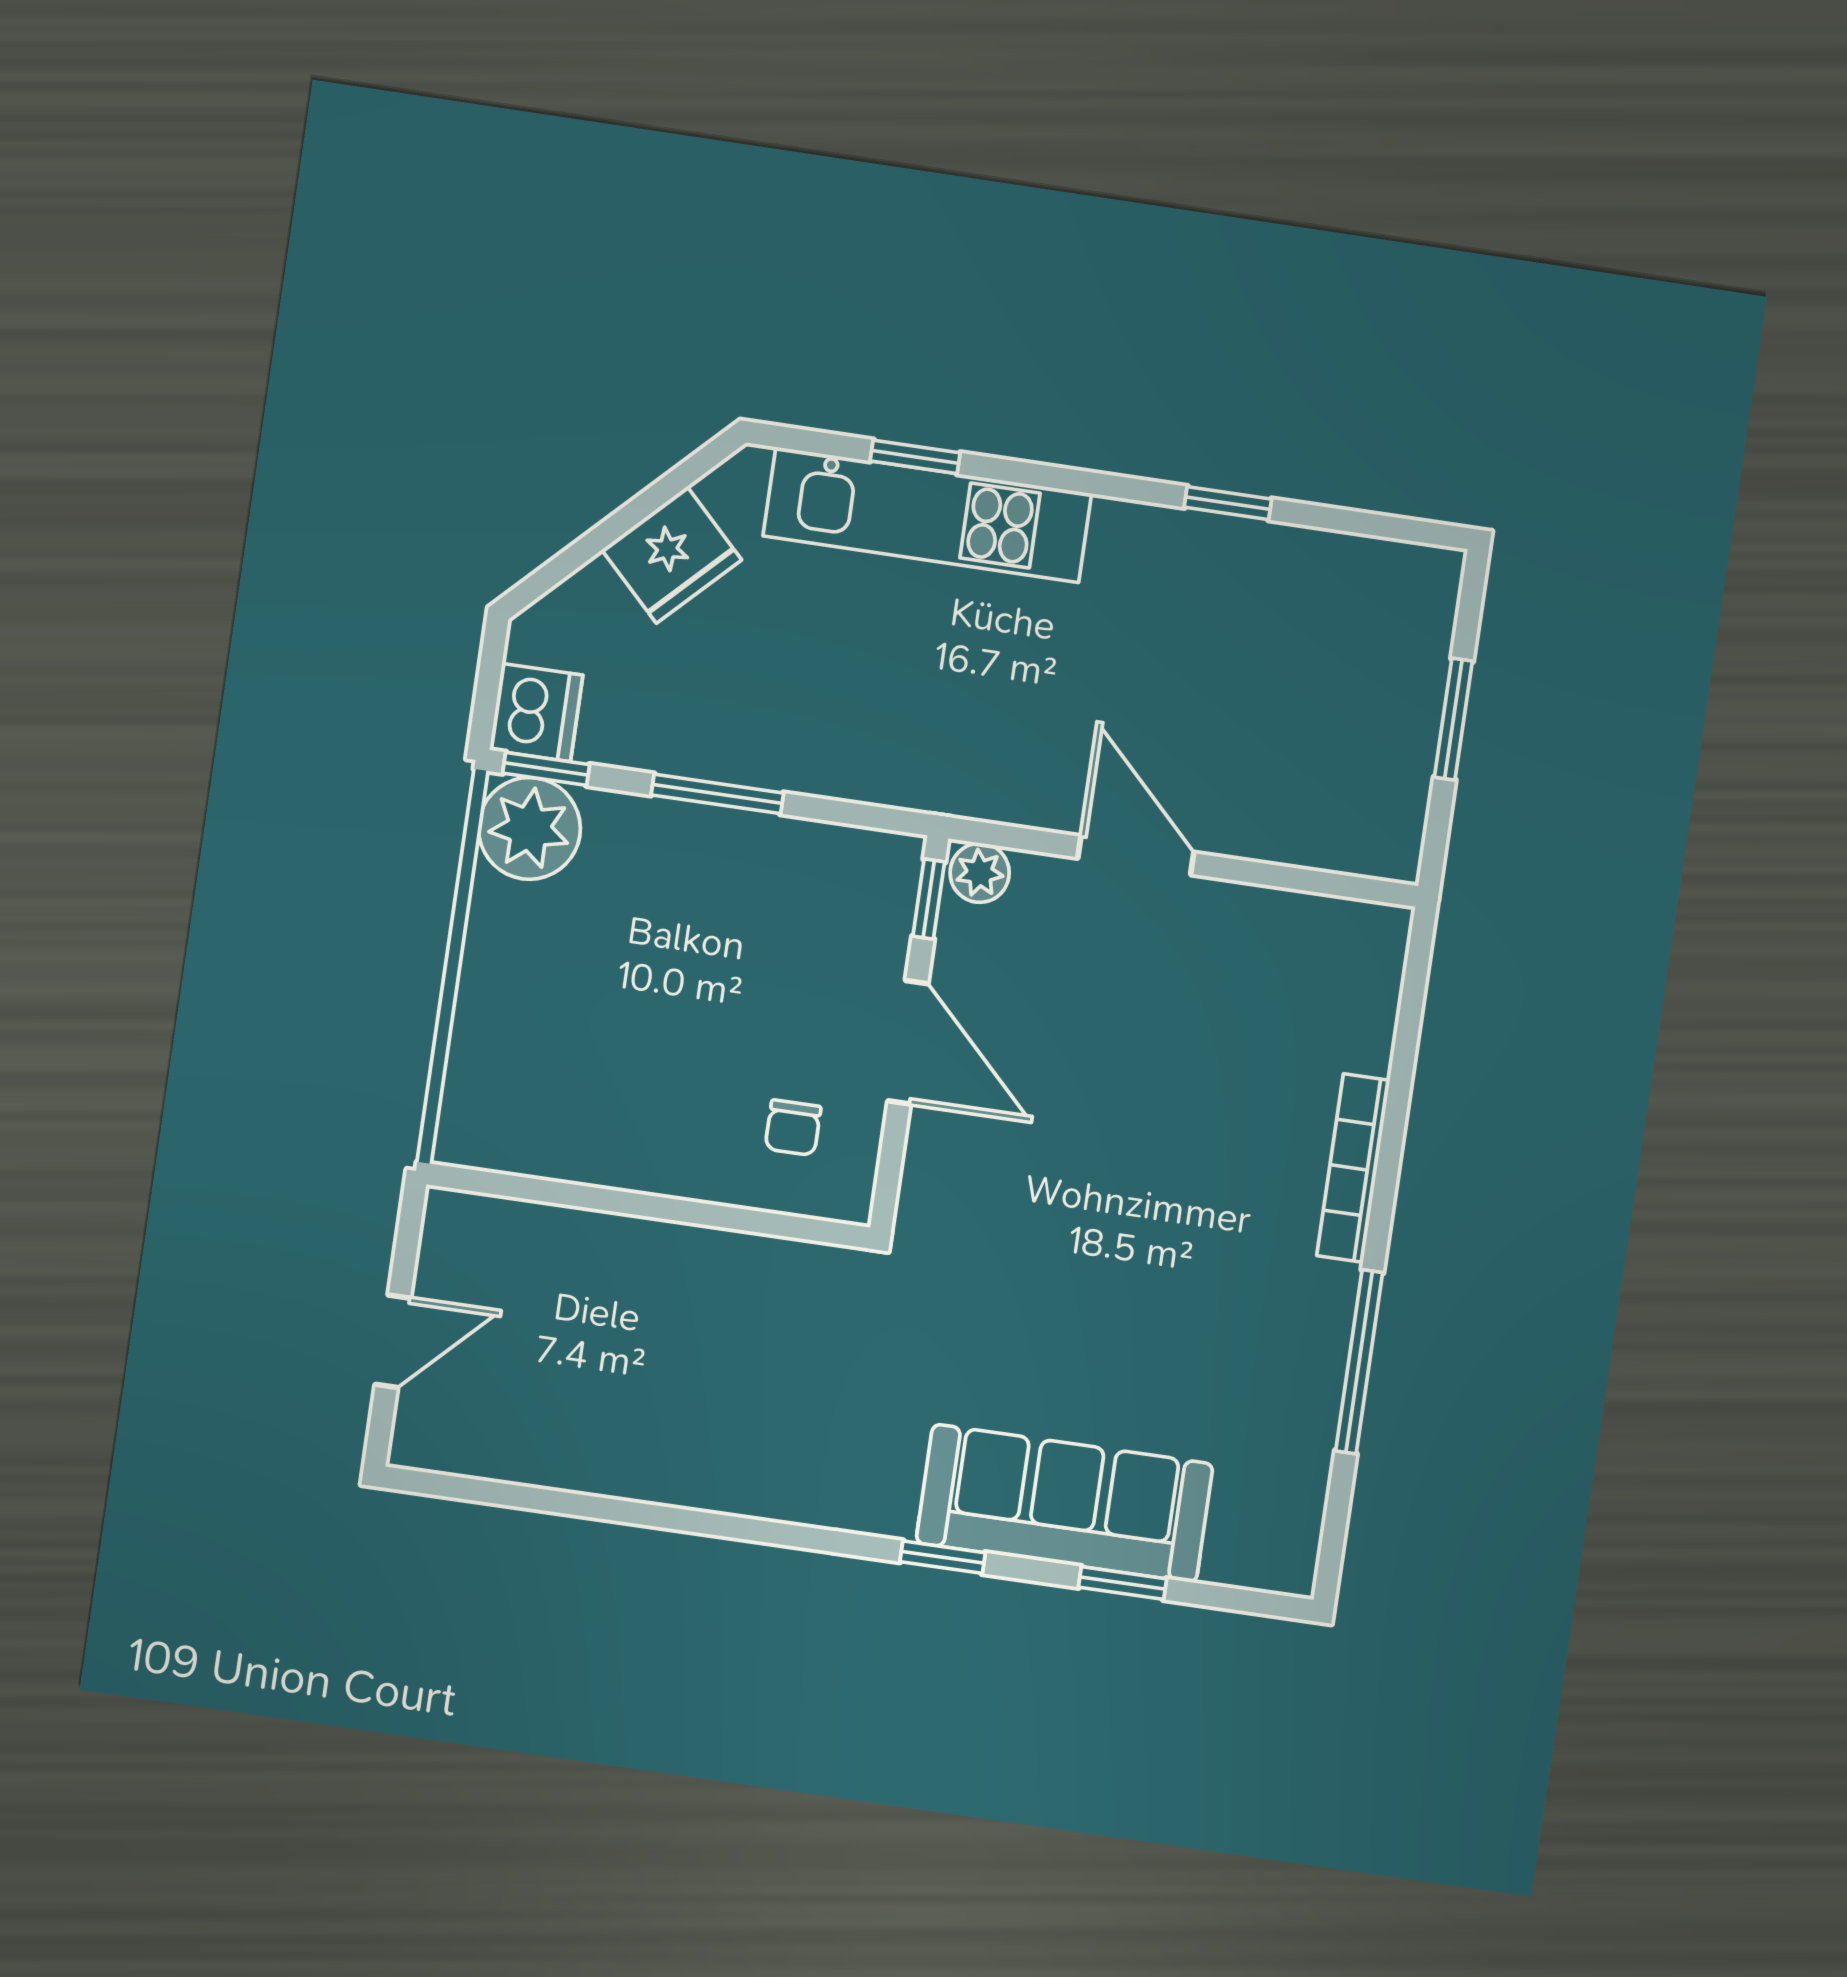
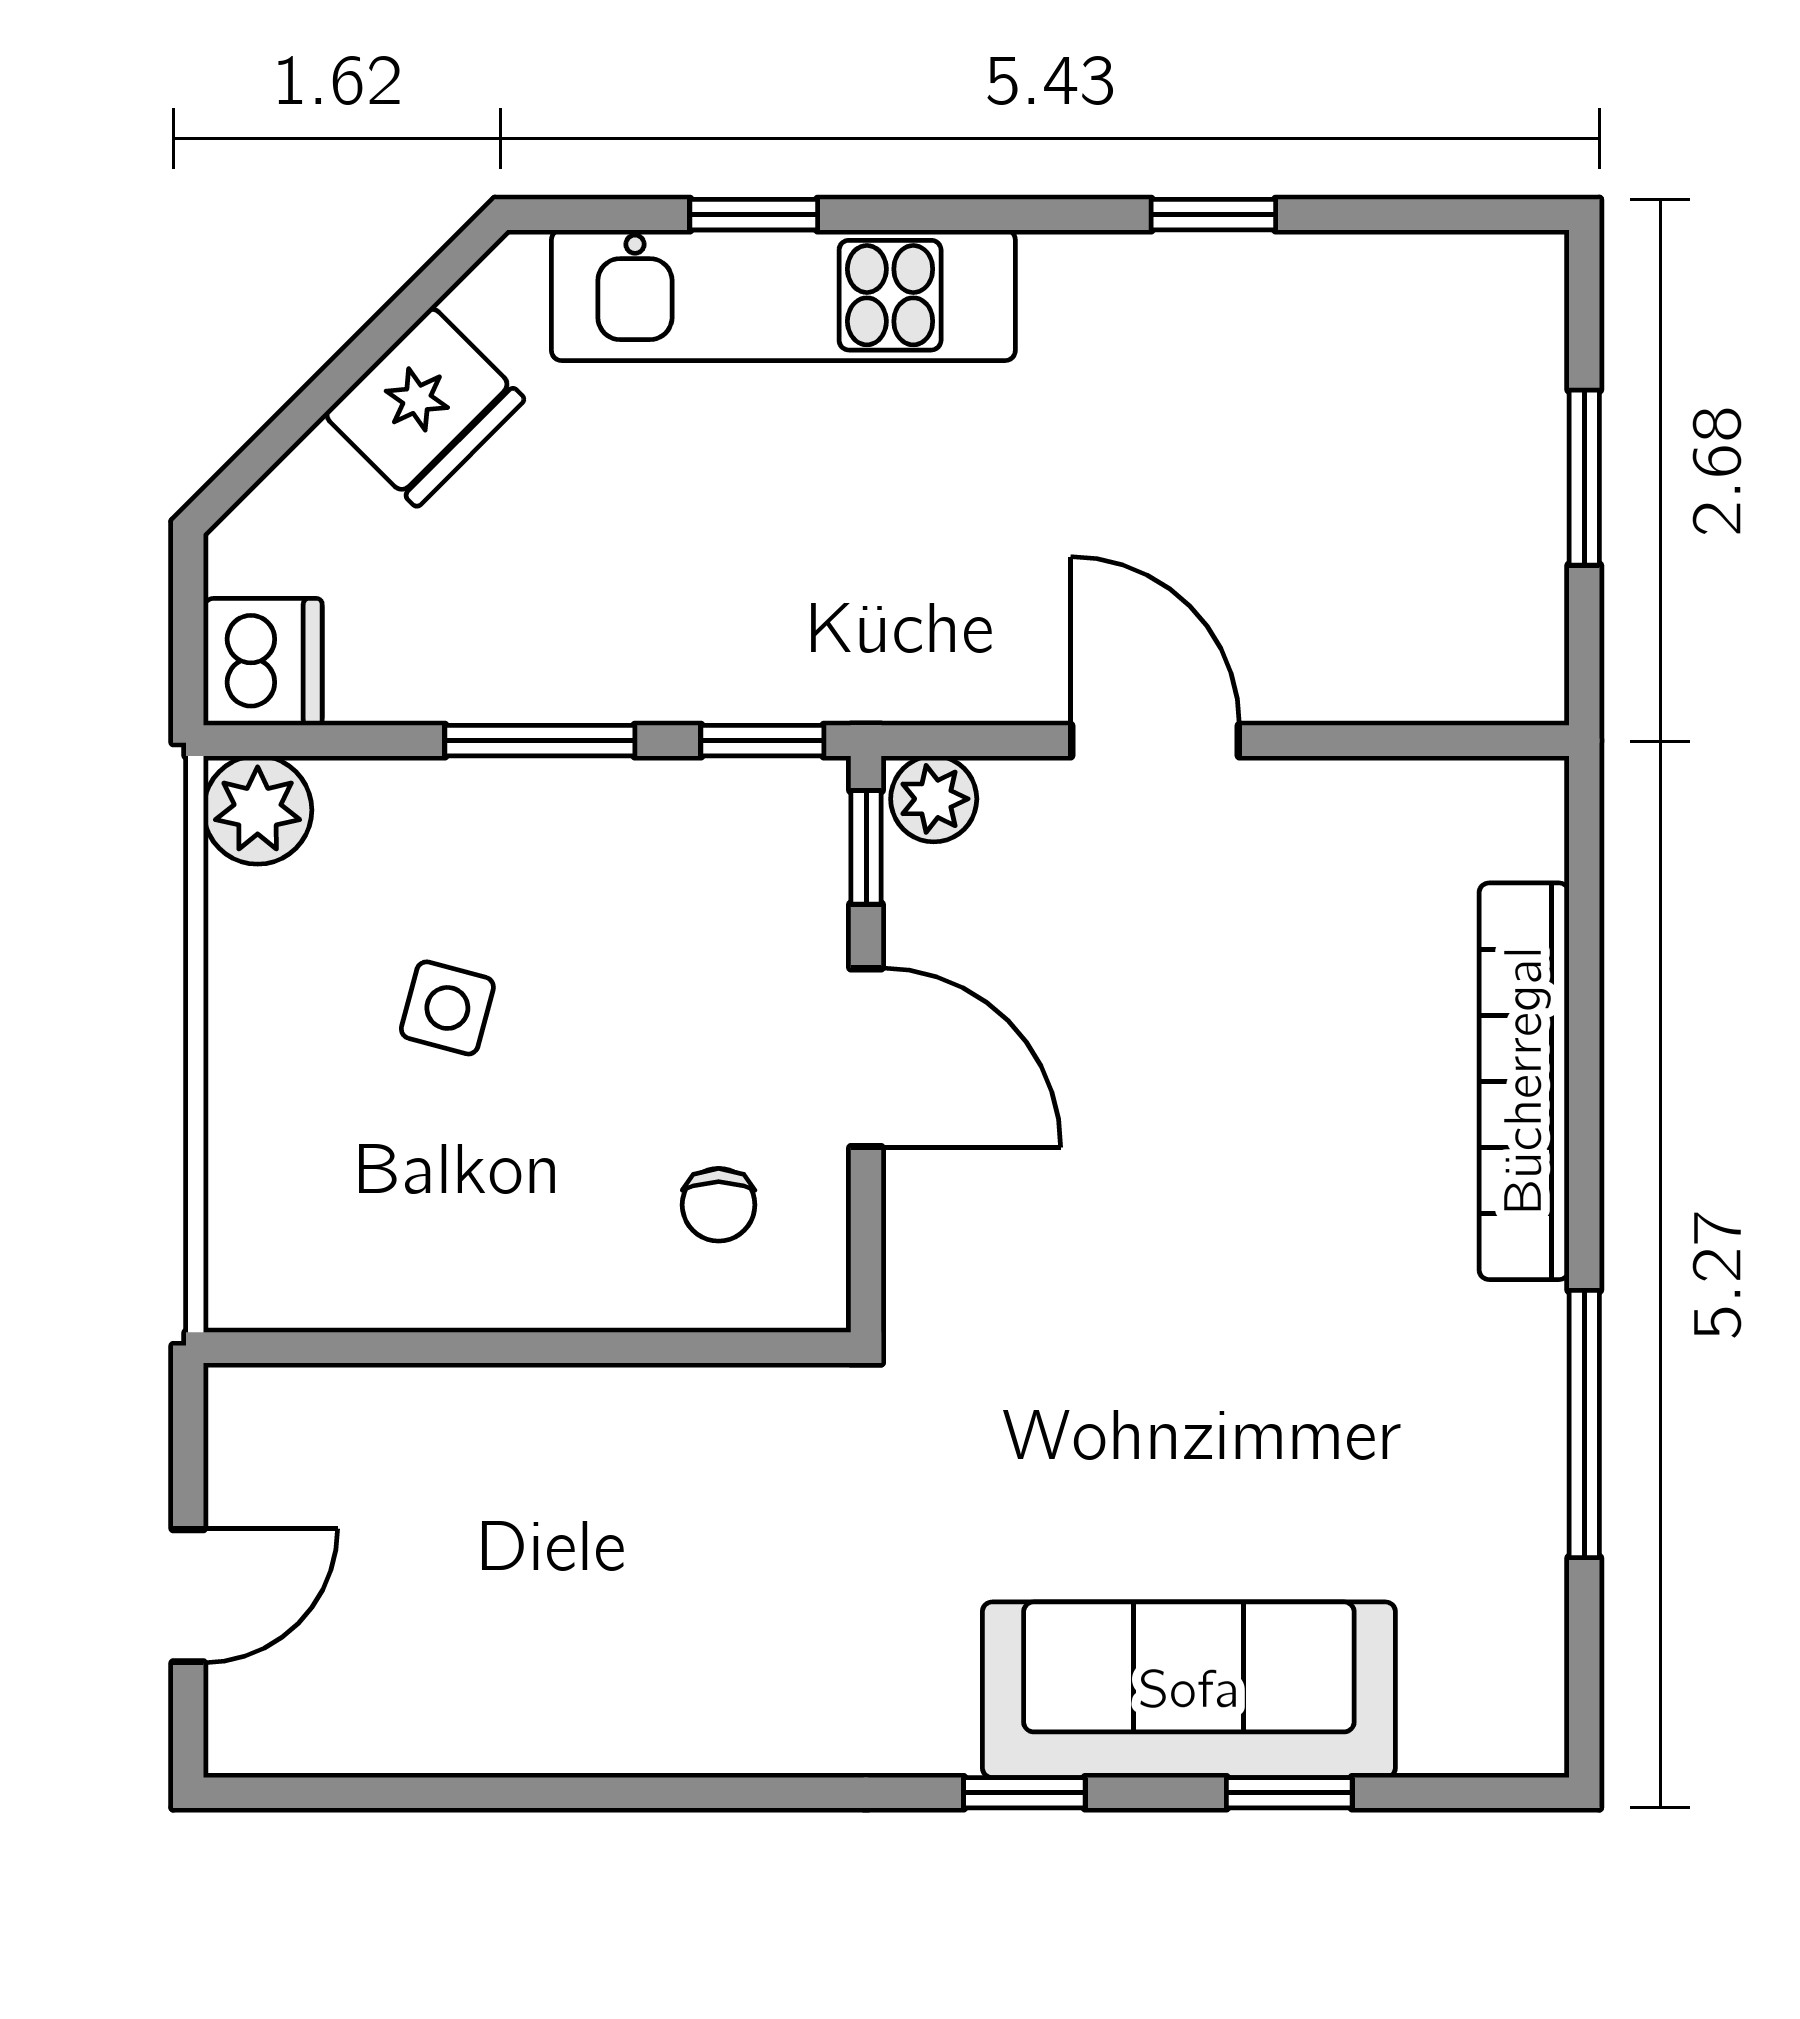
window: (546, 769) -> (762, 741), moved
plant: (529, 828) -> (258, 810), width x0.73, depth x0.73
side table: (628, 967) -> (447, 1008), added
bookcase: (1353, 1168) -> (1524, 1081), width x1.48, depth x1.31

